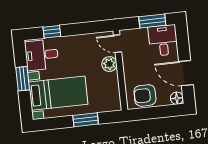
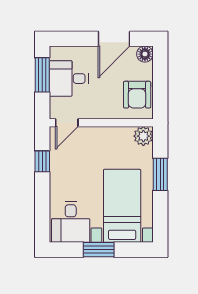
window: (52, 32) -> (42, 161), moved
desk: (163, 40) -> (69, 79), moved
plant: (109, 64) -> (143, 136), moved

